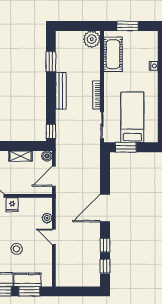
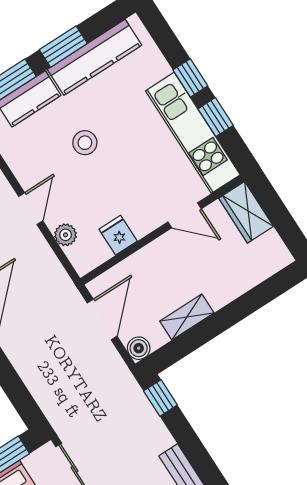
fridge: (12, 205) -> (118, 235), moved
door: (54, 237) -> (31, 209), hinge flipped

